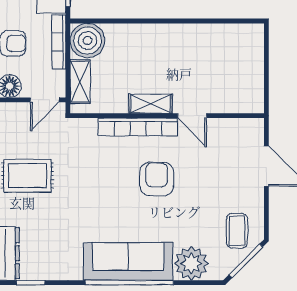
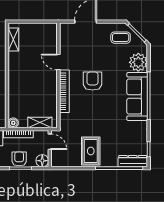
boiler: (87, 41) -> (13, 123), width x0.54, depth x0.54
shelving: (151, 104) -> (13, 39), moved
door: (192, 116) -> (58, 62), swing flipped
armchair: (157, 179) -> (93, 81), turned 90

